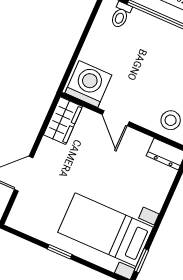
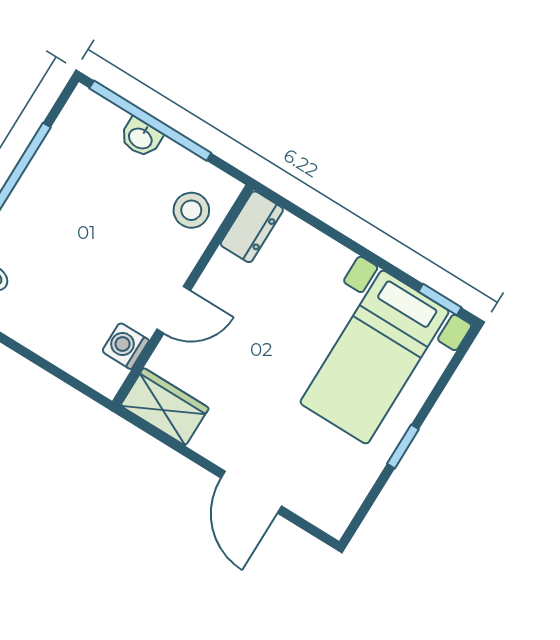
washing machine: (88, 84) -> (125, 346), width x0.53, depth x0.53

